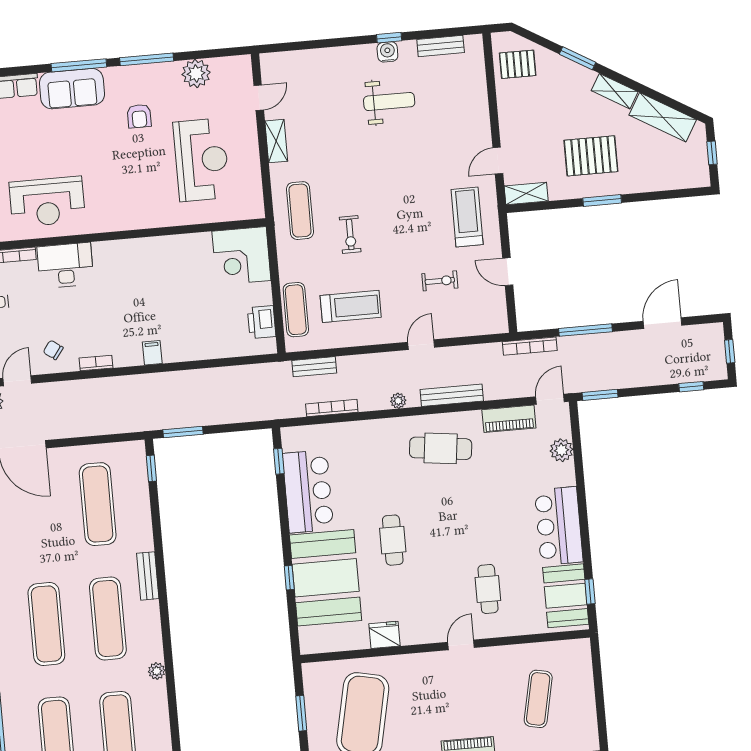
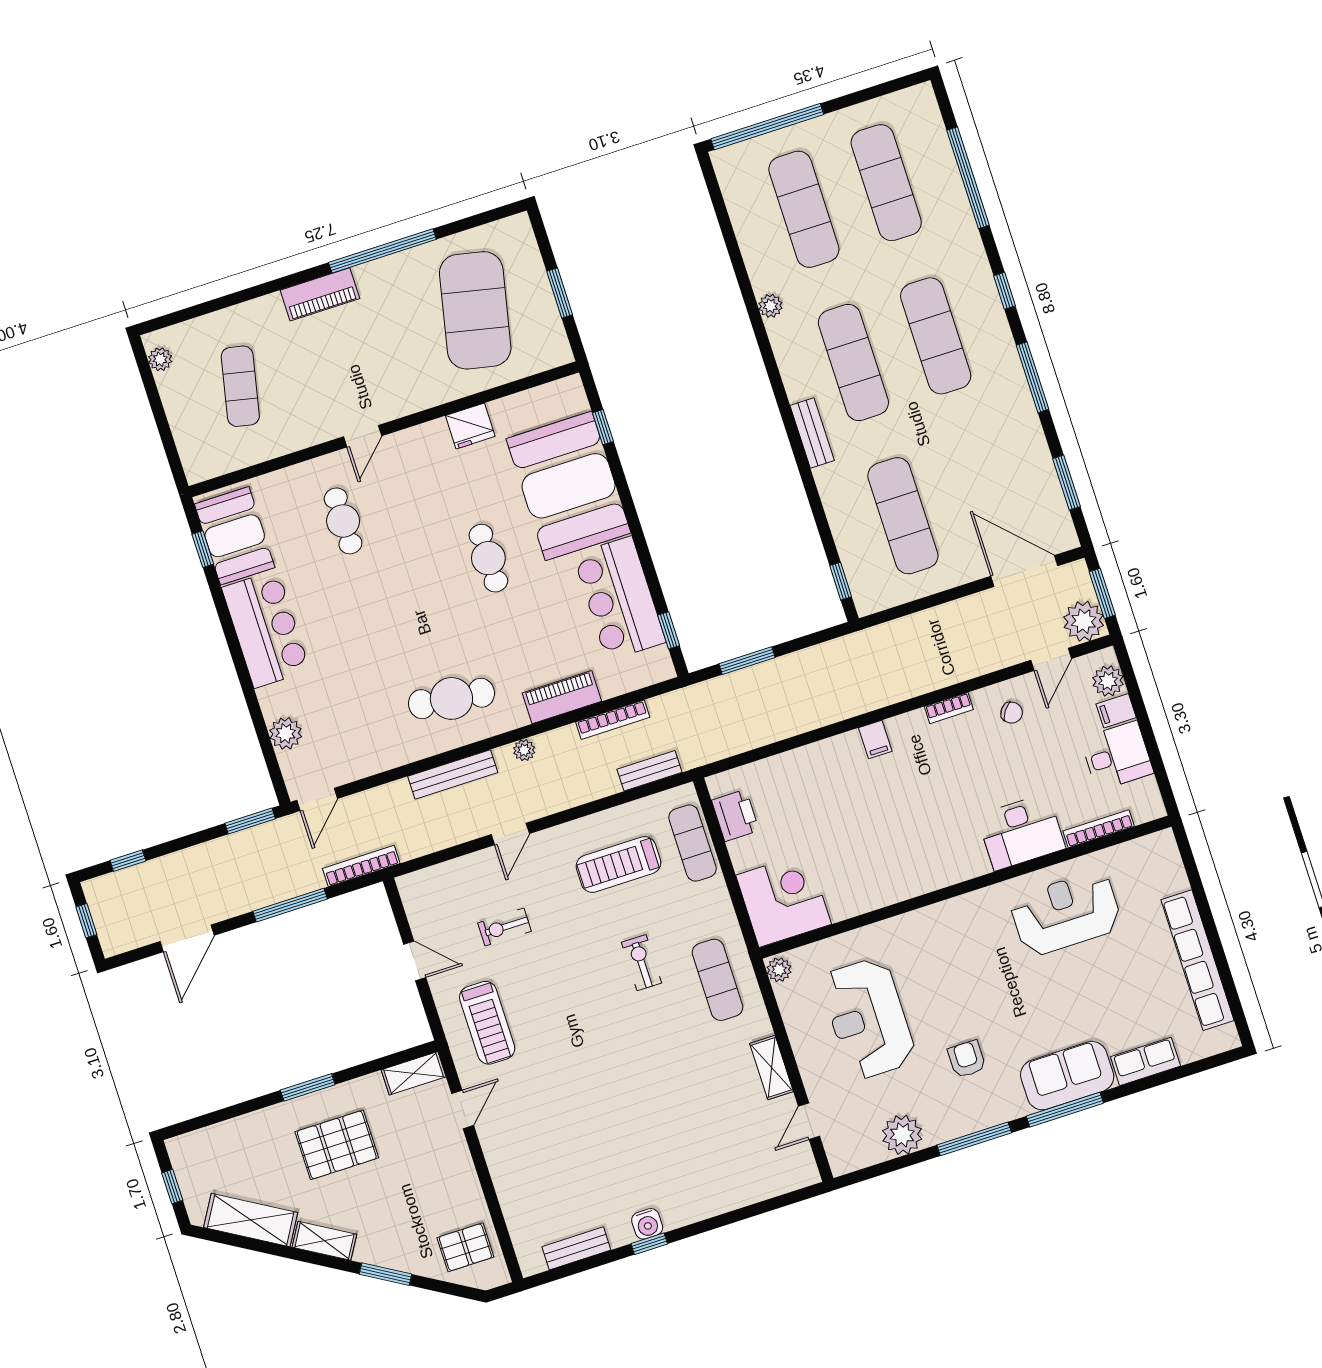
weight bench: (389, 101) -> (629, 1157), removed
plant: (256, 208) -> (779, 970), added
piano: (509, 419) -> (562, 697), moved
window: (183, 432) -> (747, 661), moved
window: (289, 578) -> (603, 427), moved
plant: (590, 730) -> (160, 359), added

